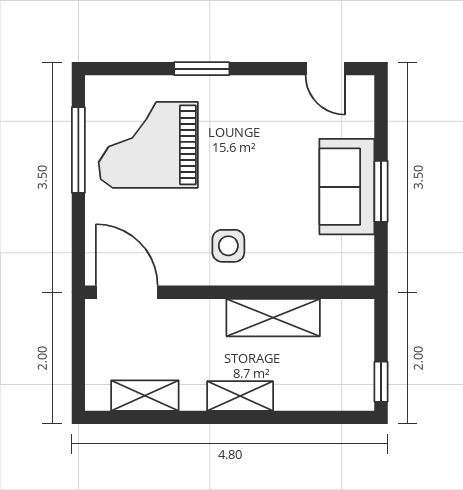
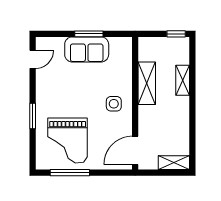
shelving: (145, 396) -> (174, 163), moved, turned 90
shelving: (240, 396) -> (183, 80), moved

